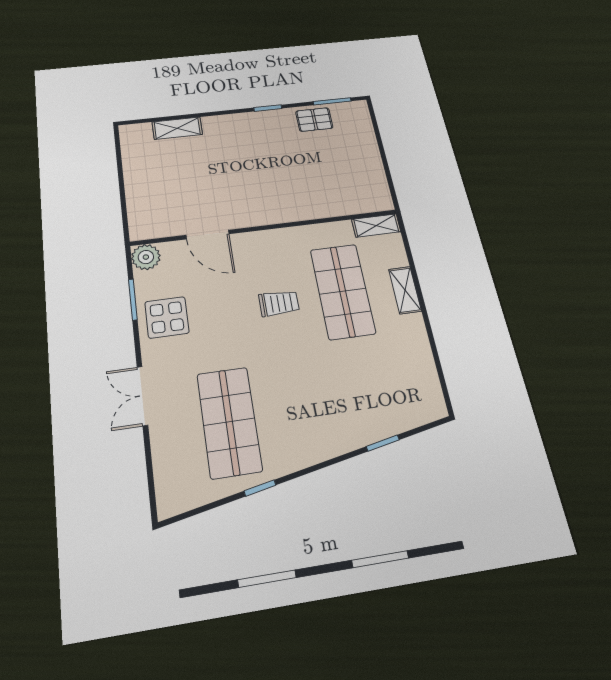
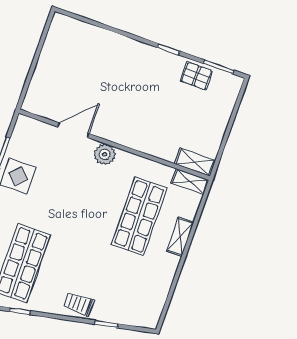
shelving: (177, 128) -> (195, 162), moved
door: (208, 235) -> (73, 130), swing flipped
plant: (146, 257) -> (105, 154), moved
trolley: (279, 303) -> (79, 304), moved, turned 180

